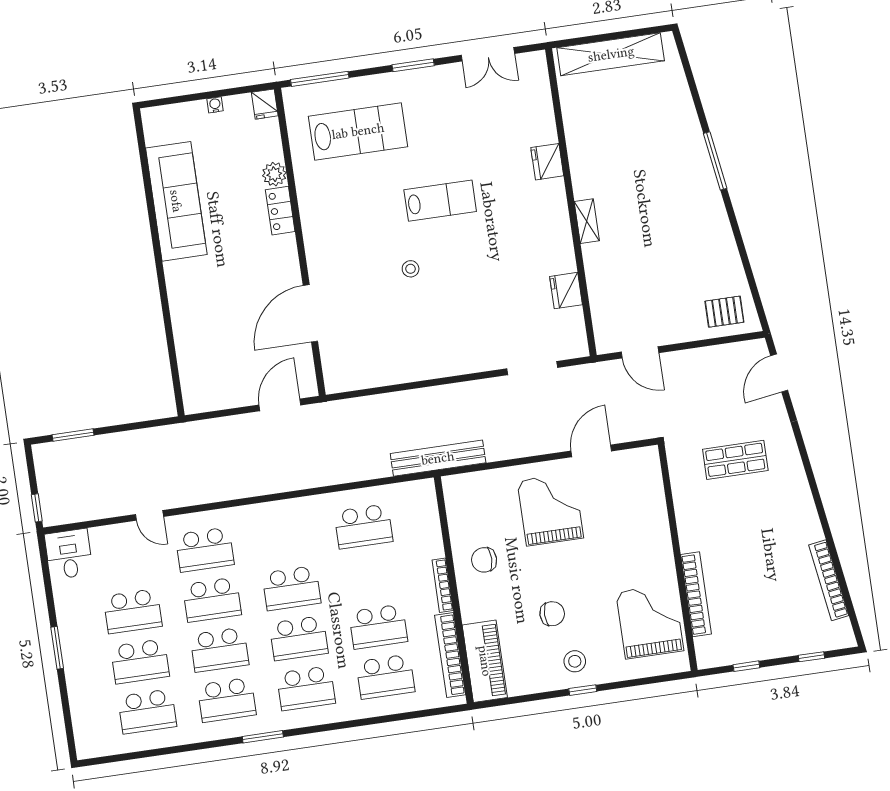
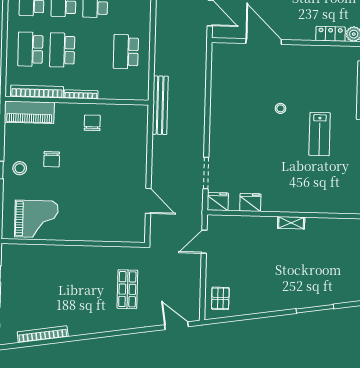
fridge: (547, 162) -> (218, 202), moved
grand piano: (550, 509) -> (116, 169), removed
bookcase: (696, 594) -> (48, 250), removed

